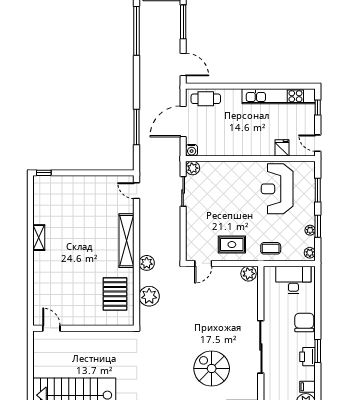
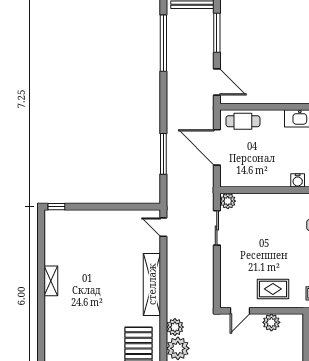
door: (183, 121) -> (217, 147), hinge flipped
water cooler: (192, 150) -> (298, 180), moved
plant: (147, 263) -> (175, 327), moved
plant: (249, 274) -> (271, 322), moved

